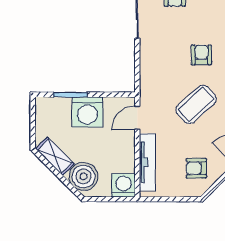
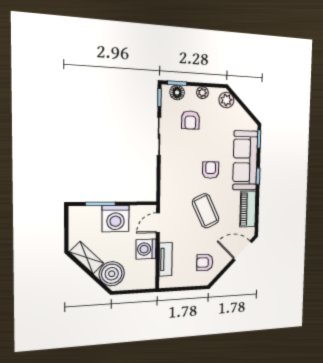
coffee table: (196, 104) -> (206, 211), turned -73
tv unit: (147, 162) -> (166, 259), width x0.71
washing machine: (123, 185) -> (146, 249), moved, turned -90

